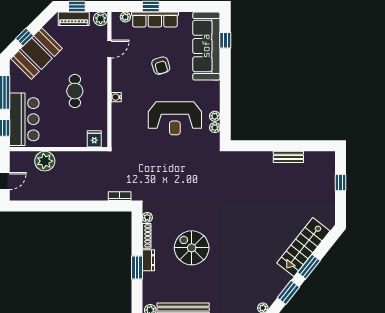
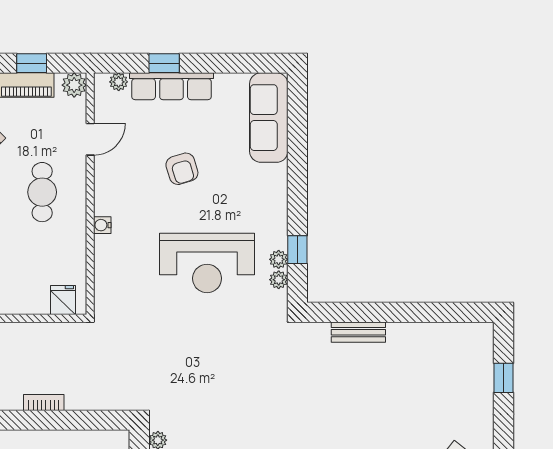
window: (225, 40) -> (297, 250), moved
sofa: (206, 46) -> (269, 118), width x0.74, depth x0.79
cafe table: (75, 91) -> (42, 192), moved
bench: (288, 157) -> (358, 332), moved
bookcase: (120, 196) -> (44, 402), moved

